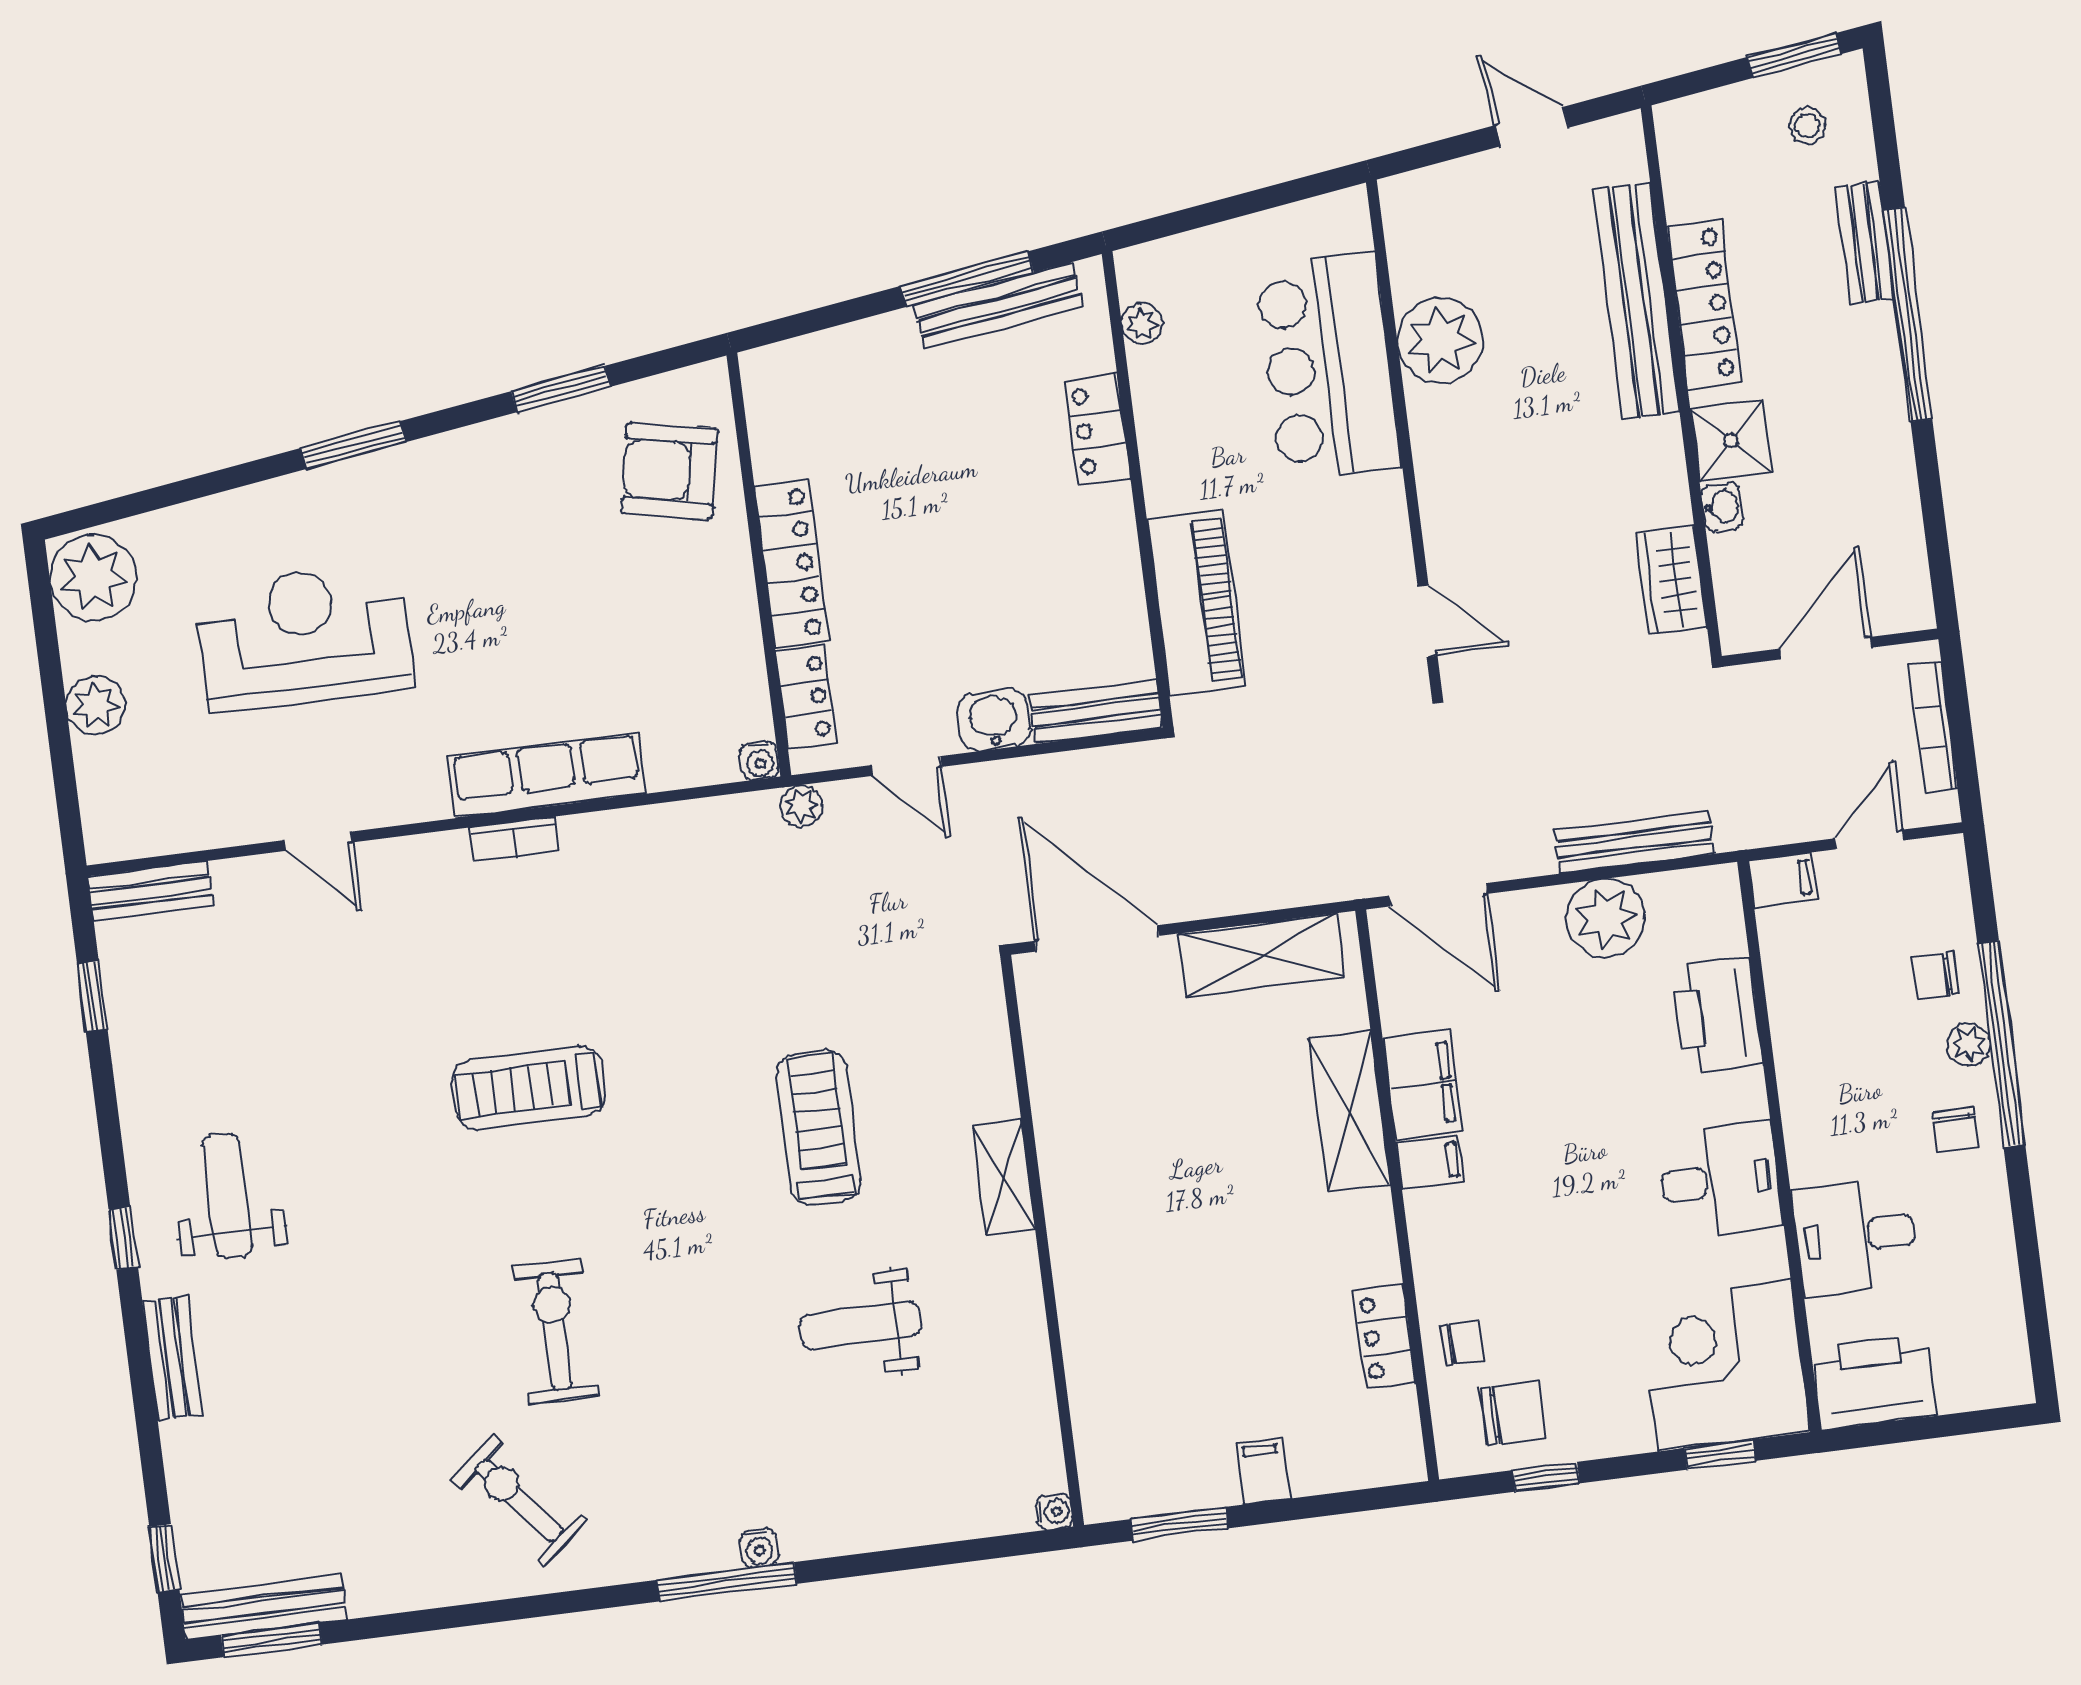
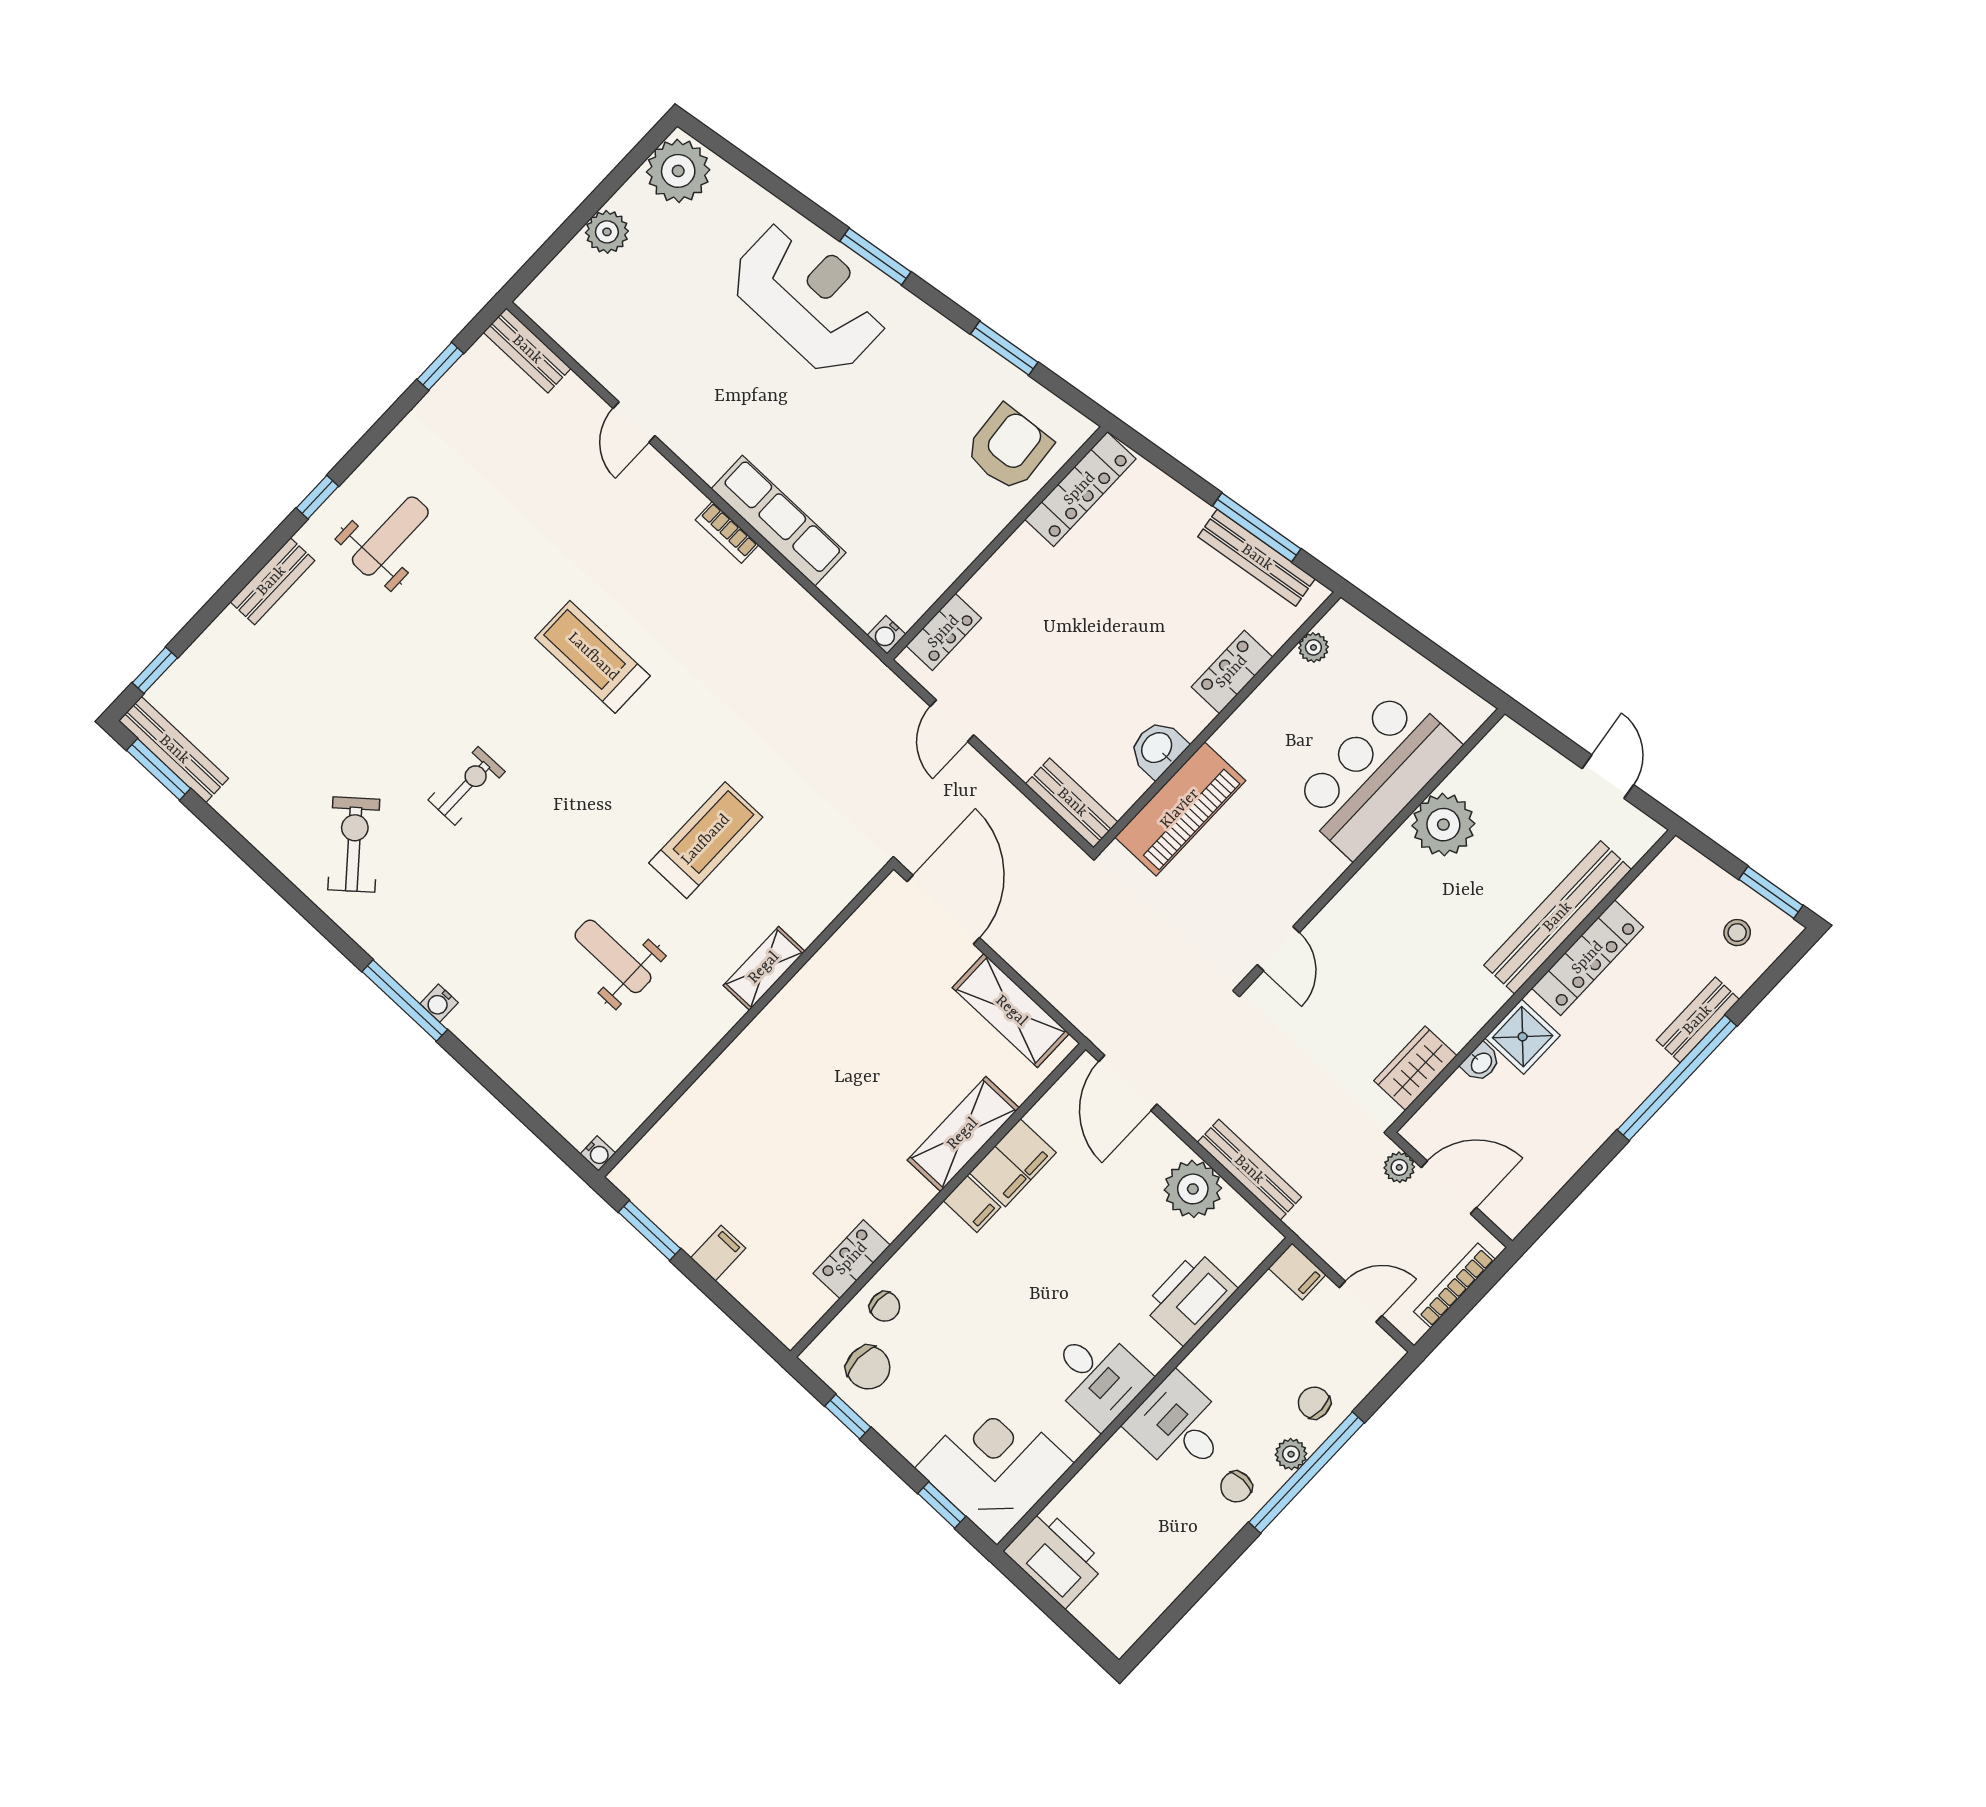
armchair: (669, 471) -> (1009, 448), turned 74
locker: (791, 563) -> (1080, 489), moved
reception desk: (304, 637) -> (810, 297), moved
washbasin: (994, 720) -> (1158, 748), moved, turned -90
plant: (801, 806) -> (1399, 1167), moved
desk: (1855, 1236) -> (1179, 1426), moved
exercise bike: (555, 1331) -> (467, 786), width x0.73, depth x0.72

